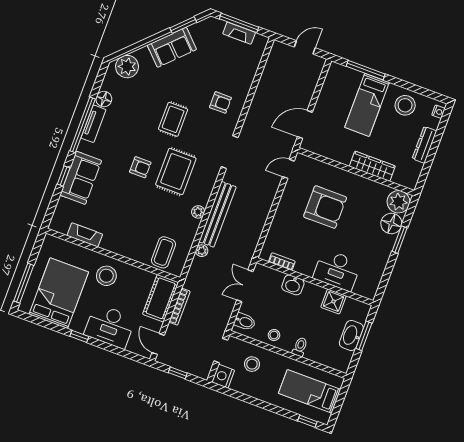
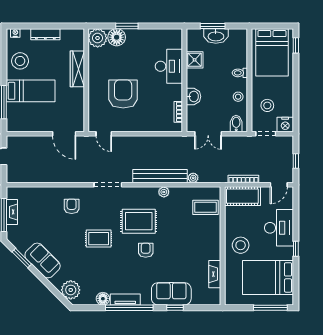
bed: (310, 391) -> (272, 52), width x1.50

